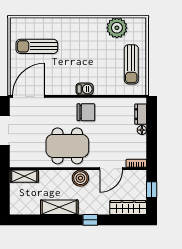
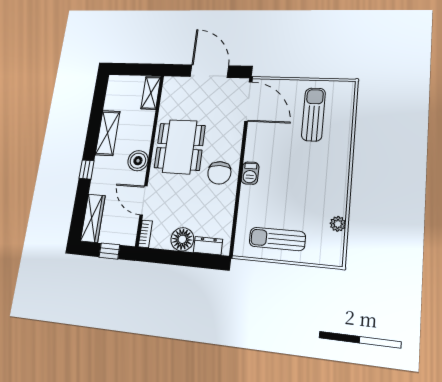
plant: (117, 28) -> (338, 224), width x0.53, depth x0.53
floor lamp: (142, 130) -> (182, 239), width x1.89, depth x1.89

